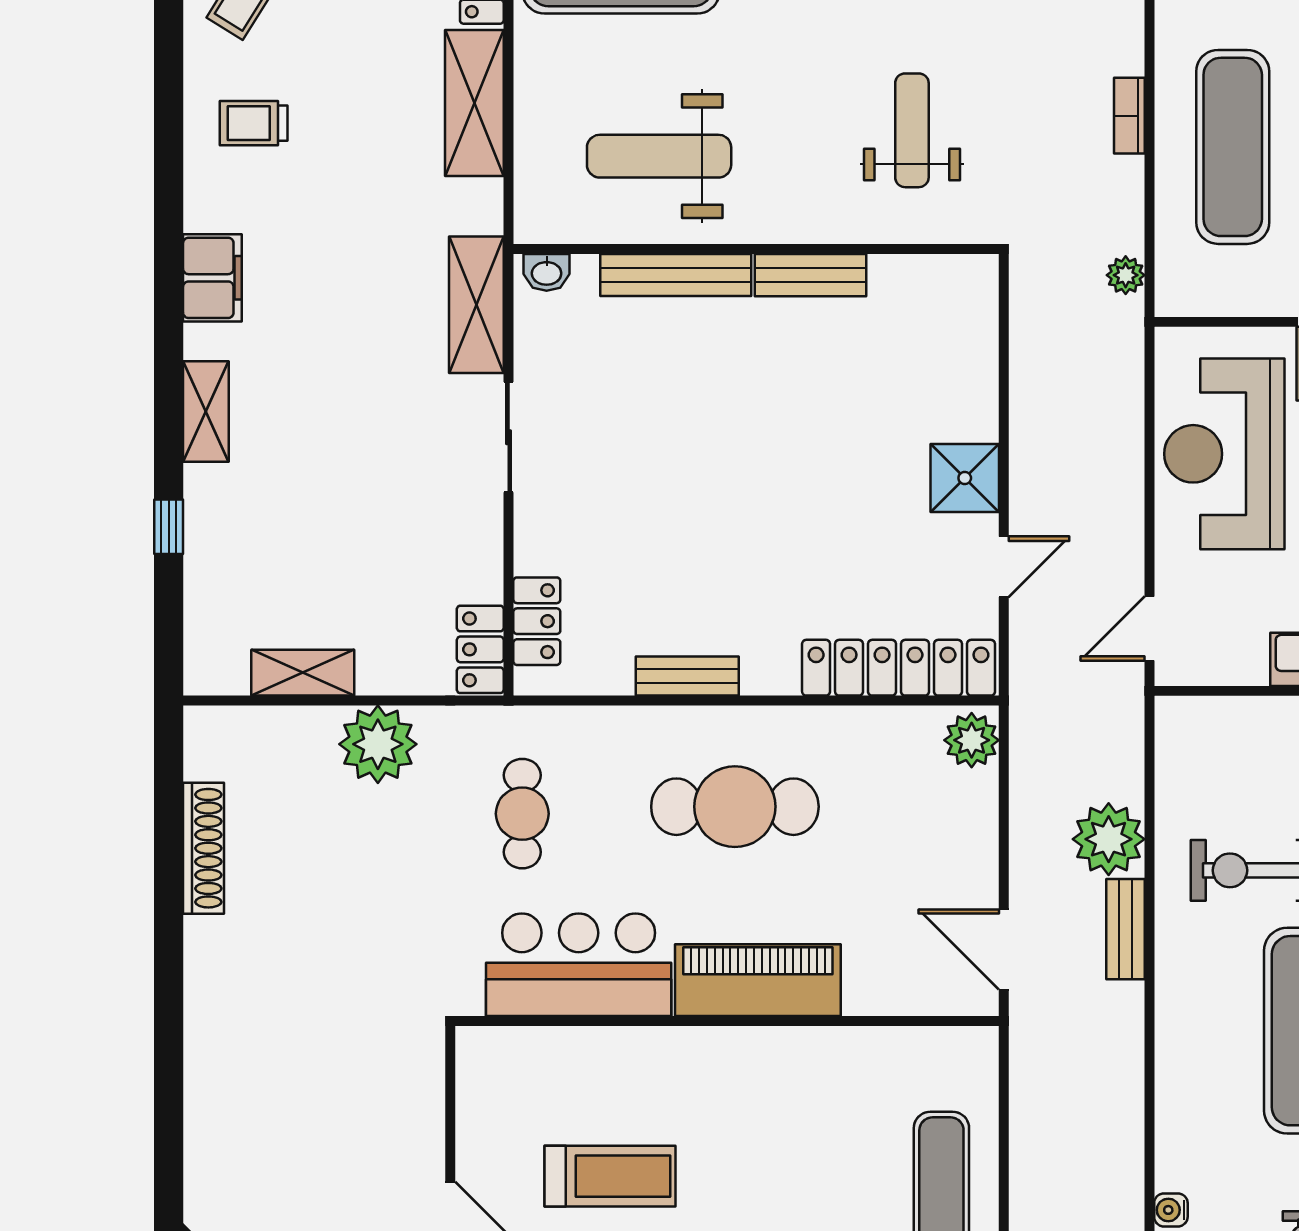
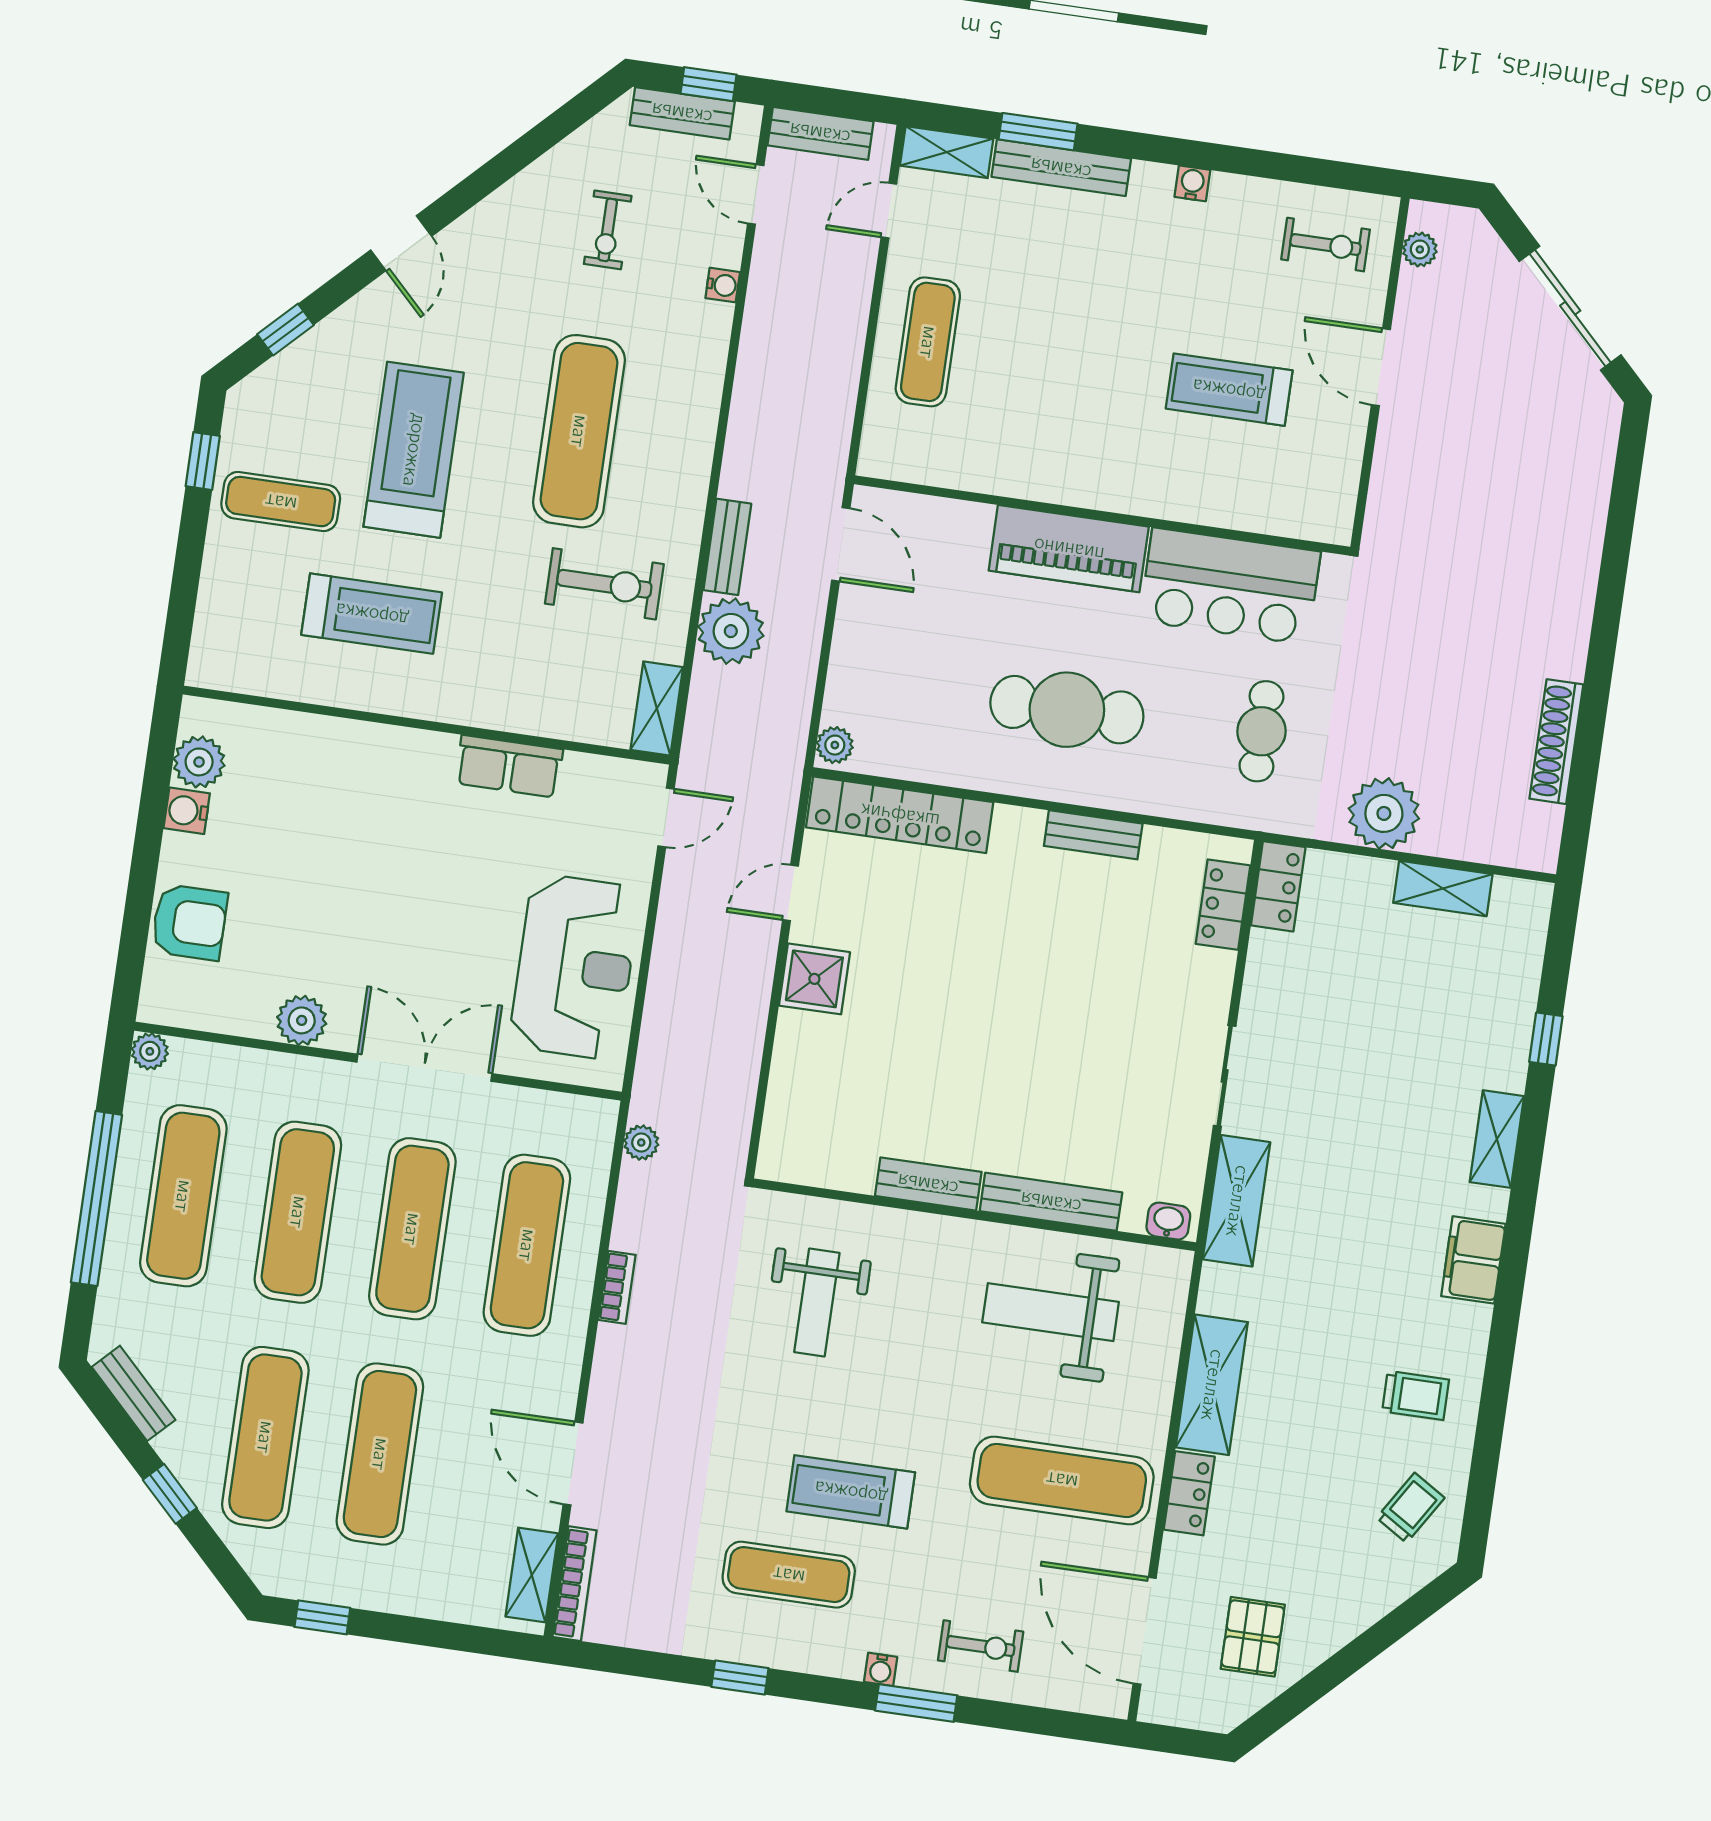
weight bench: (659, 156) -> (1051, 1312), turned 180
plant: (972, 740) -> (835, 745), width x0.73, depth x0.73
shelving: (1176, 744) -> (657, 709), added

